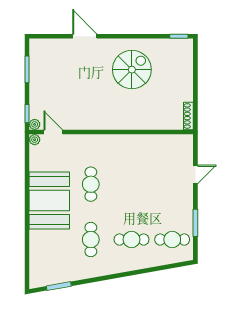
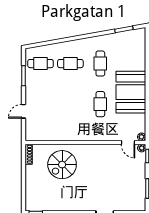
spiral stairs: (132, 70) -> (62, 165), moved

